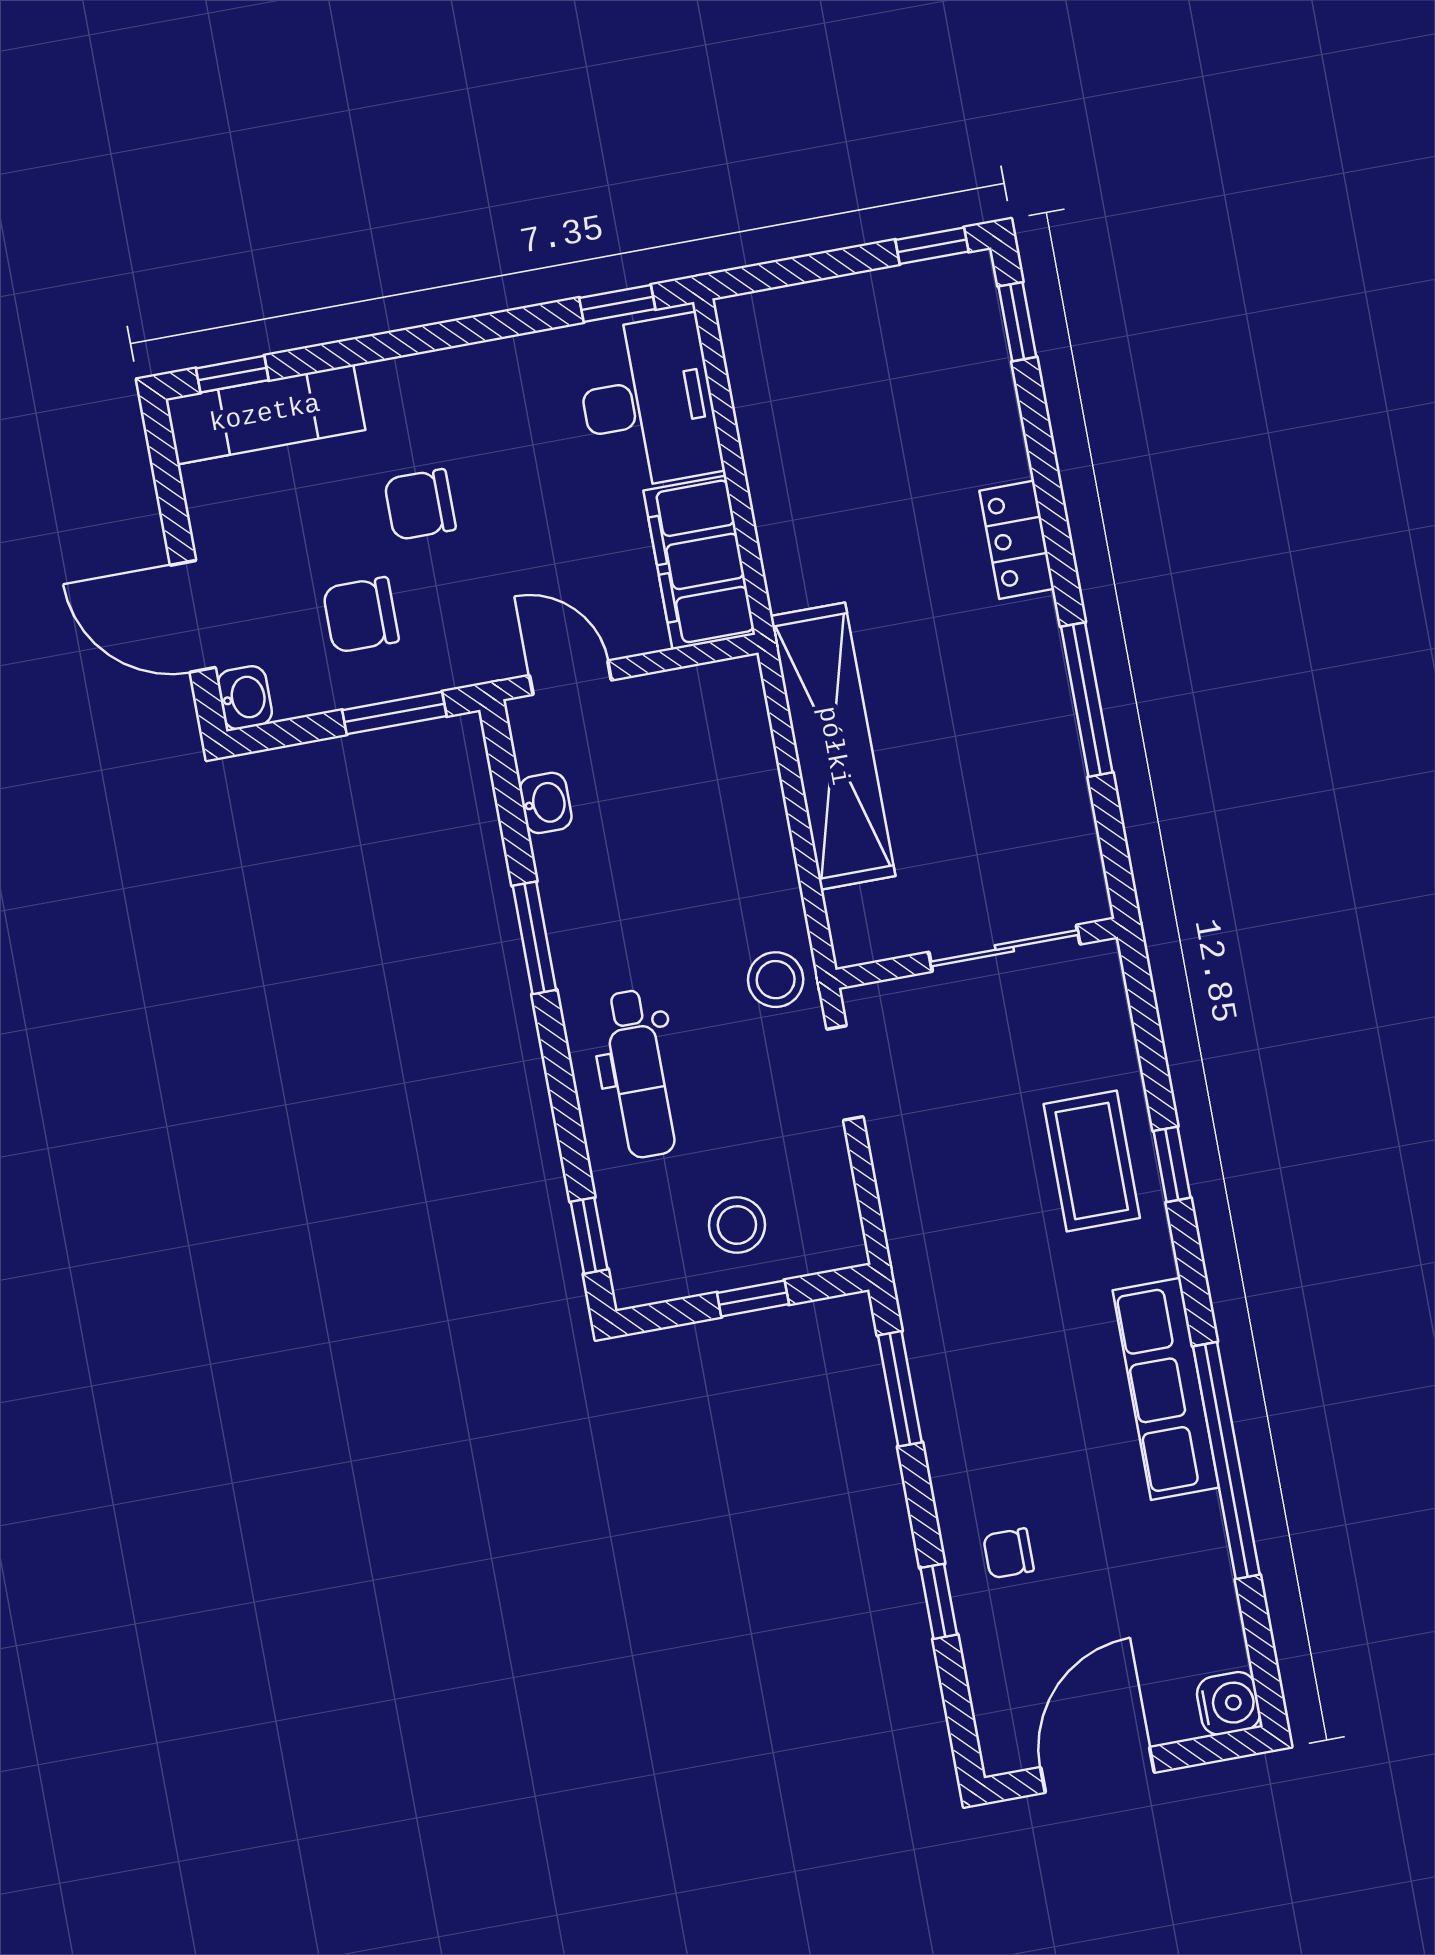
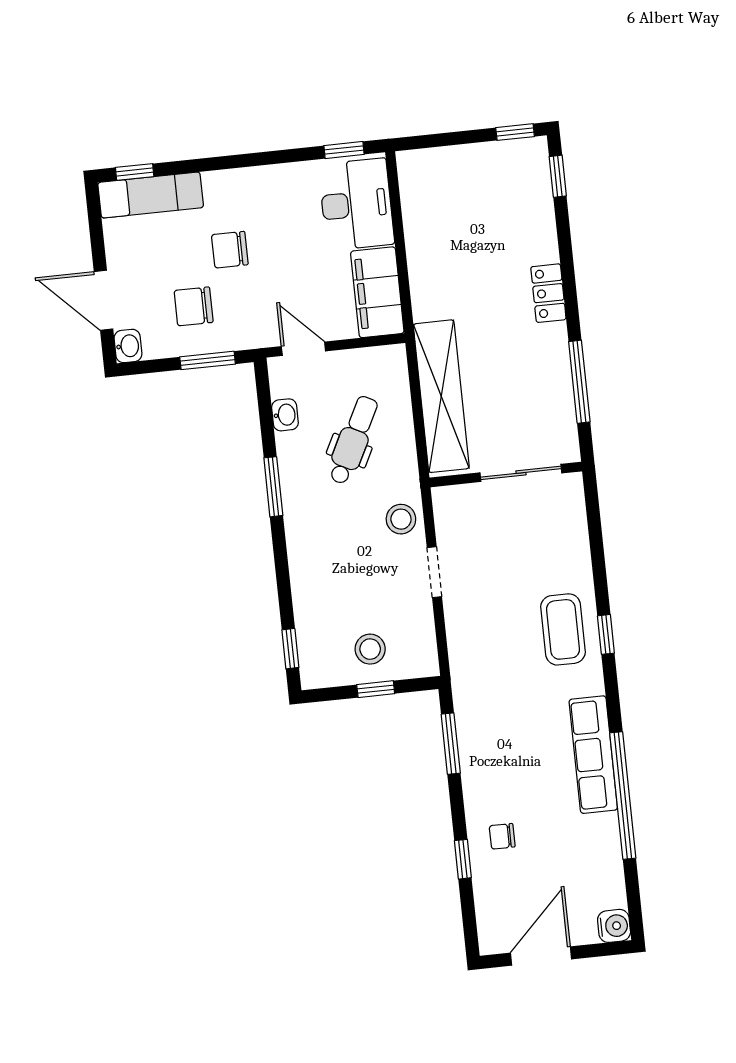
sliding door: (1004, 948) -> (521, 473), moved
wall: (977, 953) -> (506, 474), moved
dental chair: (639, 1074) -> (353, 440), moved, turned -153

